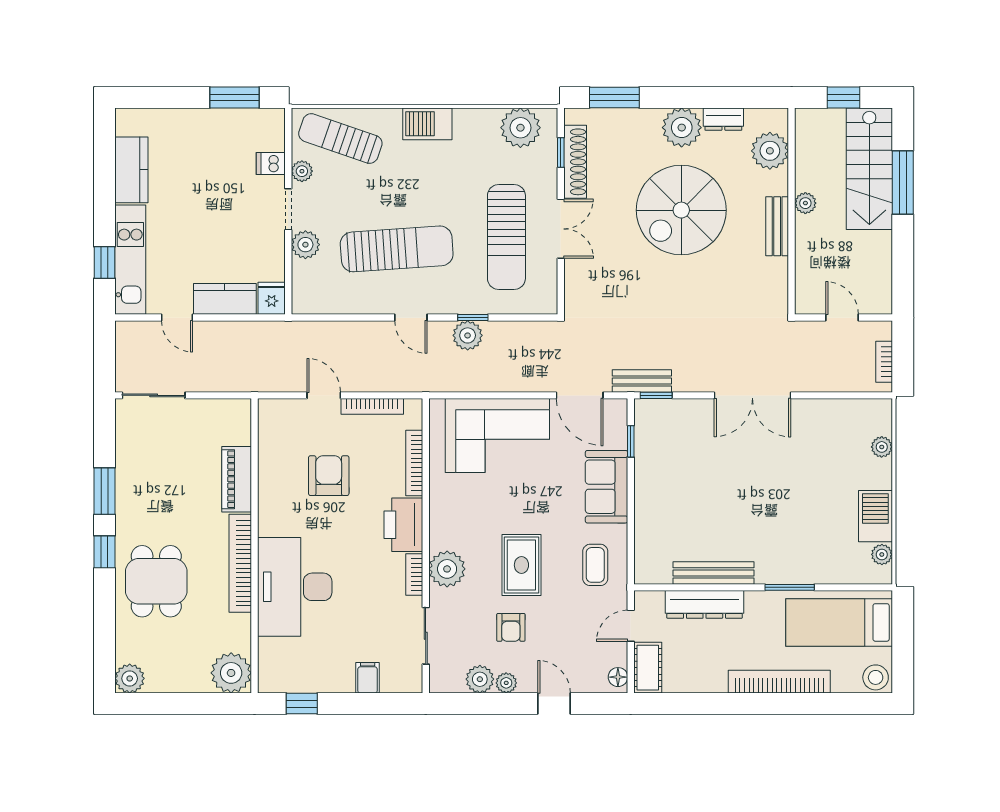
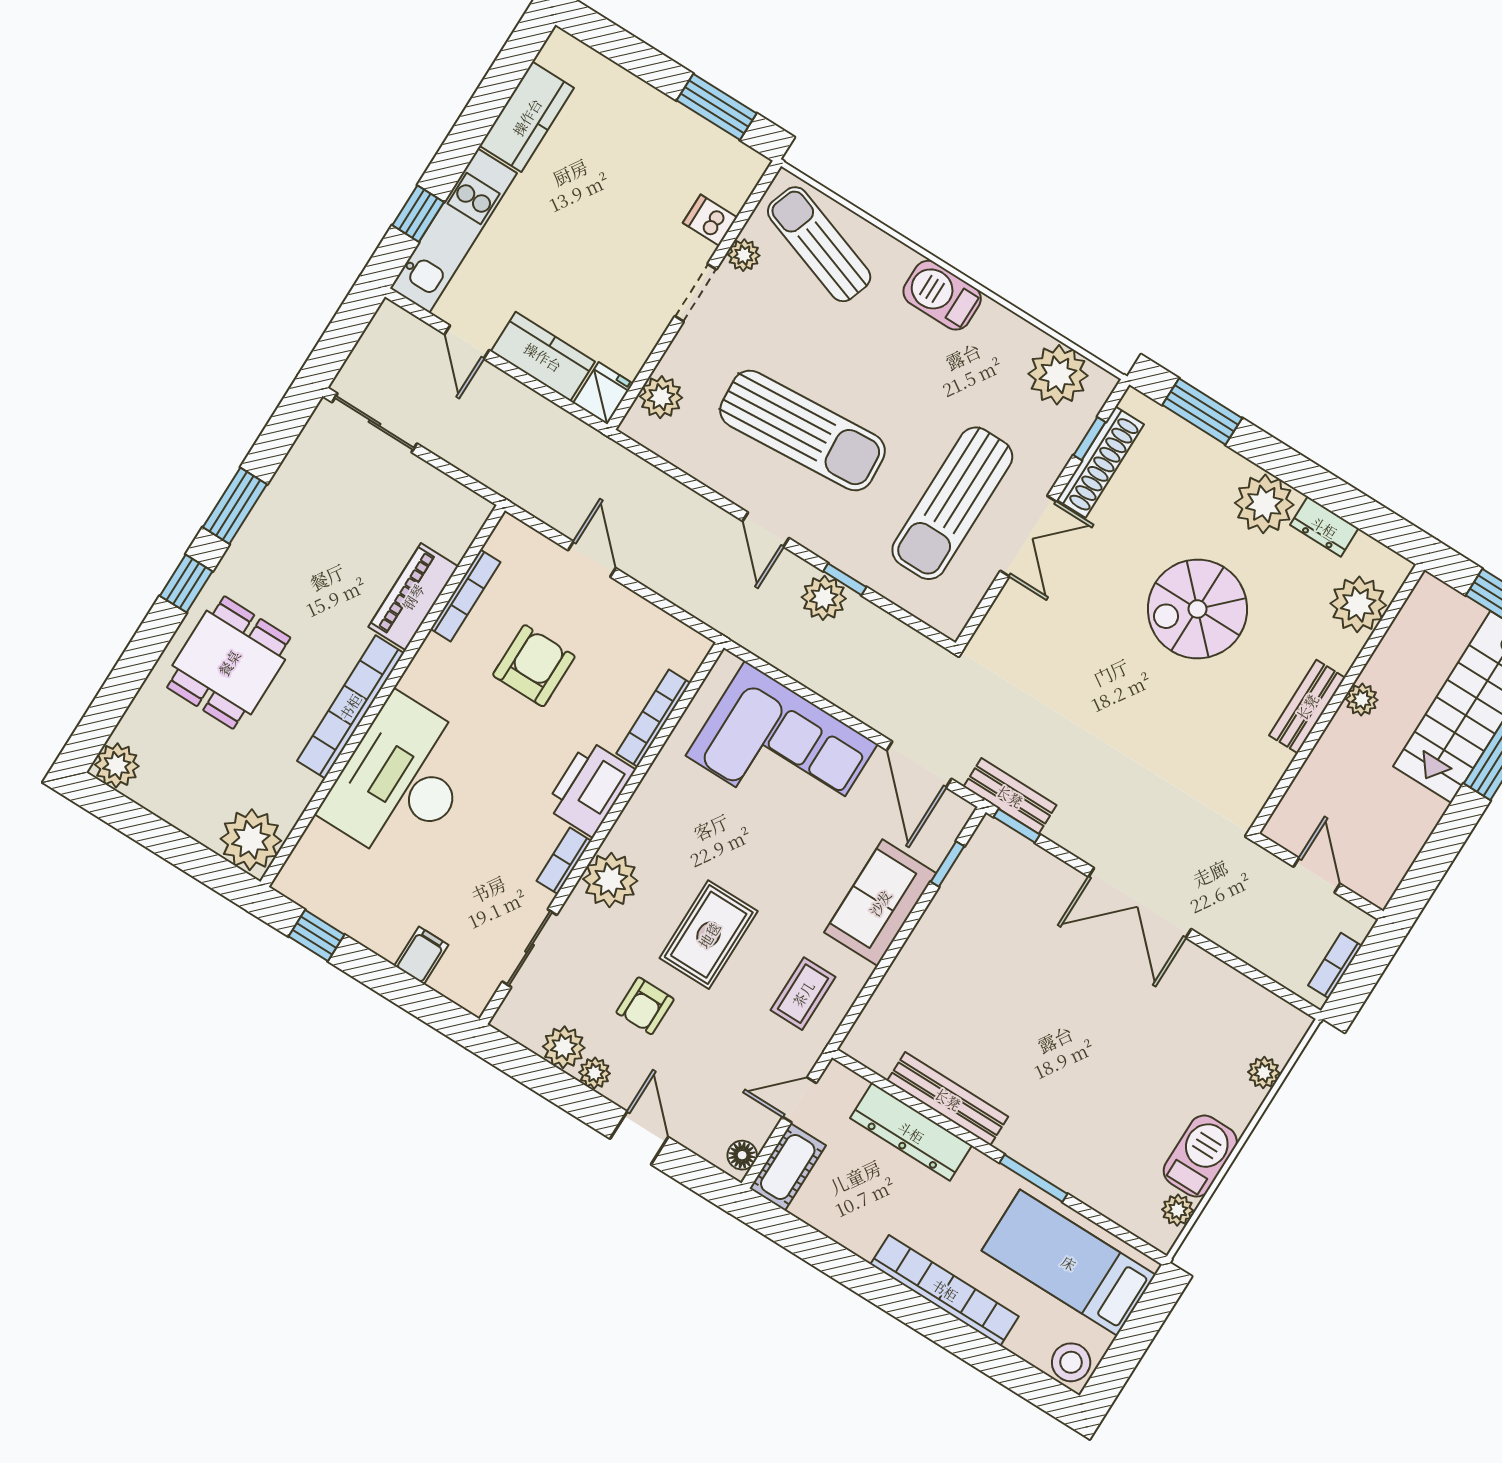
spiral stairs: (681, 210) -> (1197, 609), width x0.73, depth x0.73
plant: (305, 245) -> (661, 397), moved
bookcase: (372, 406) -> (465, 596), moved, turned -90

